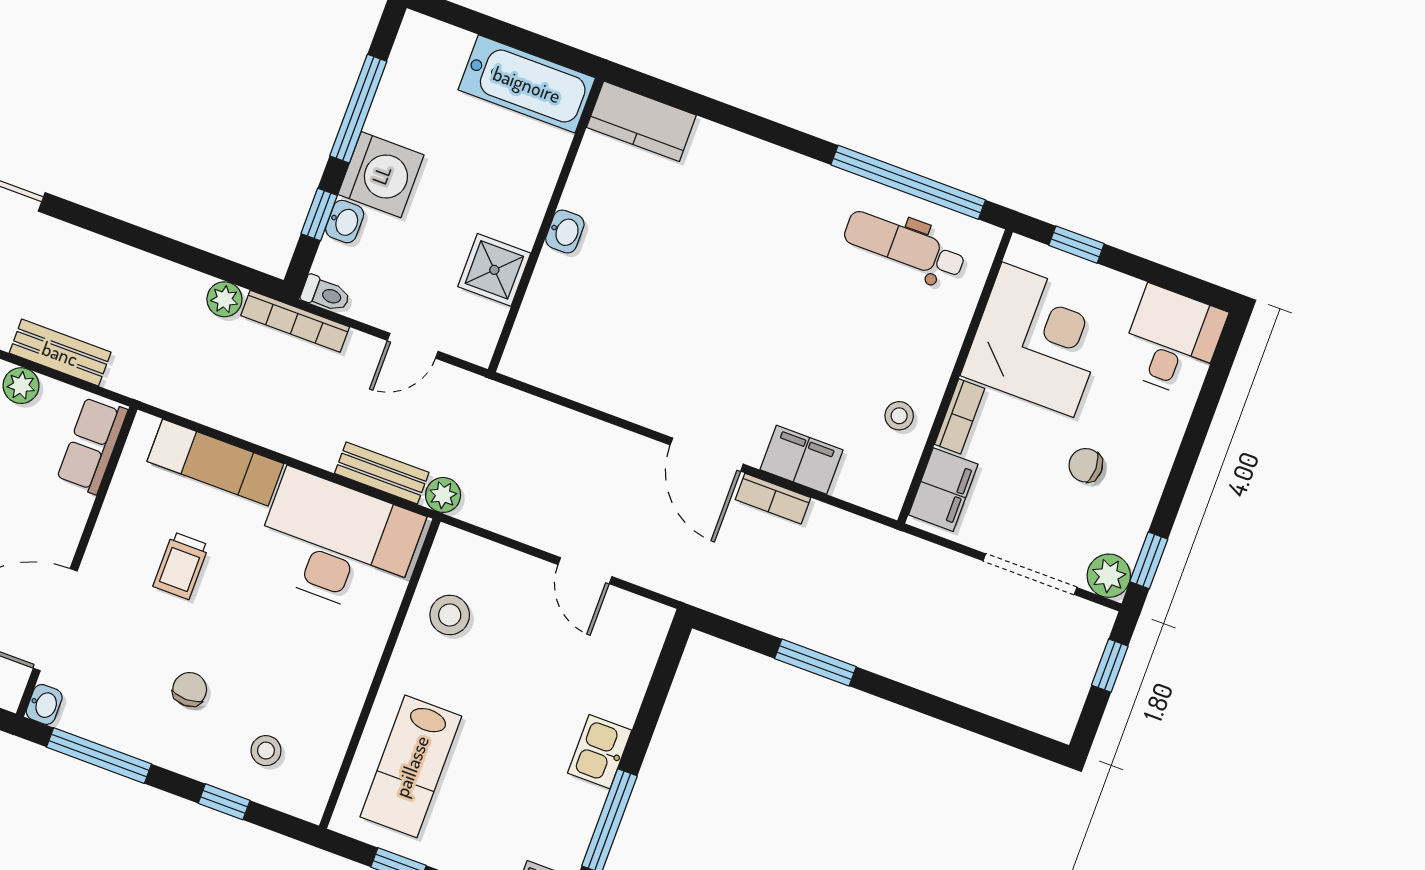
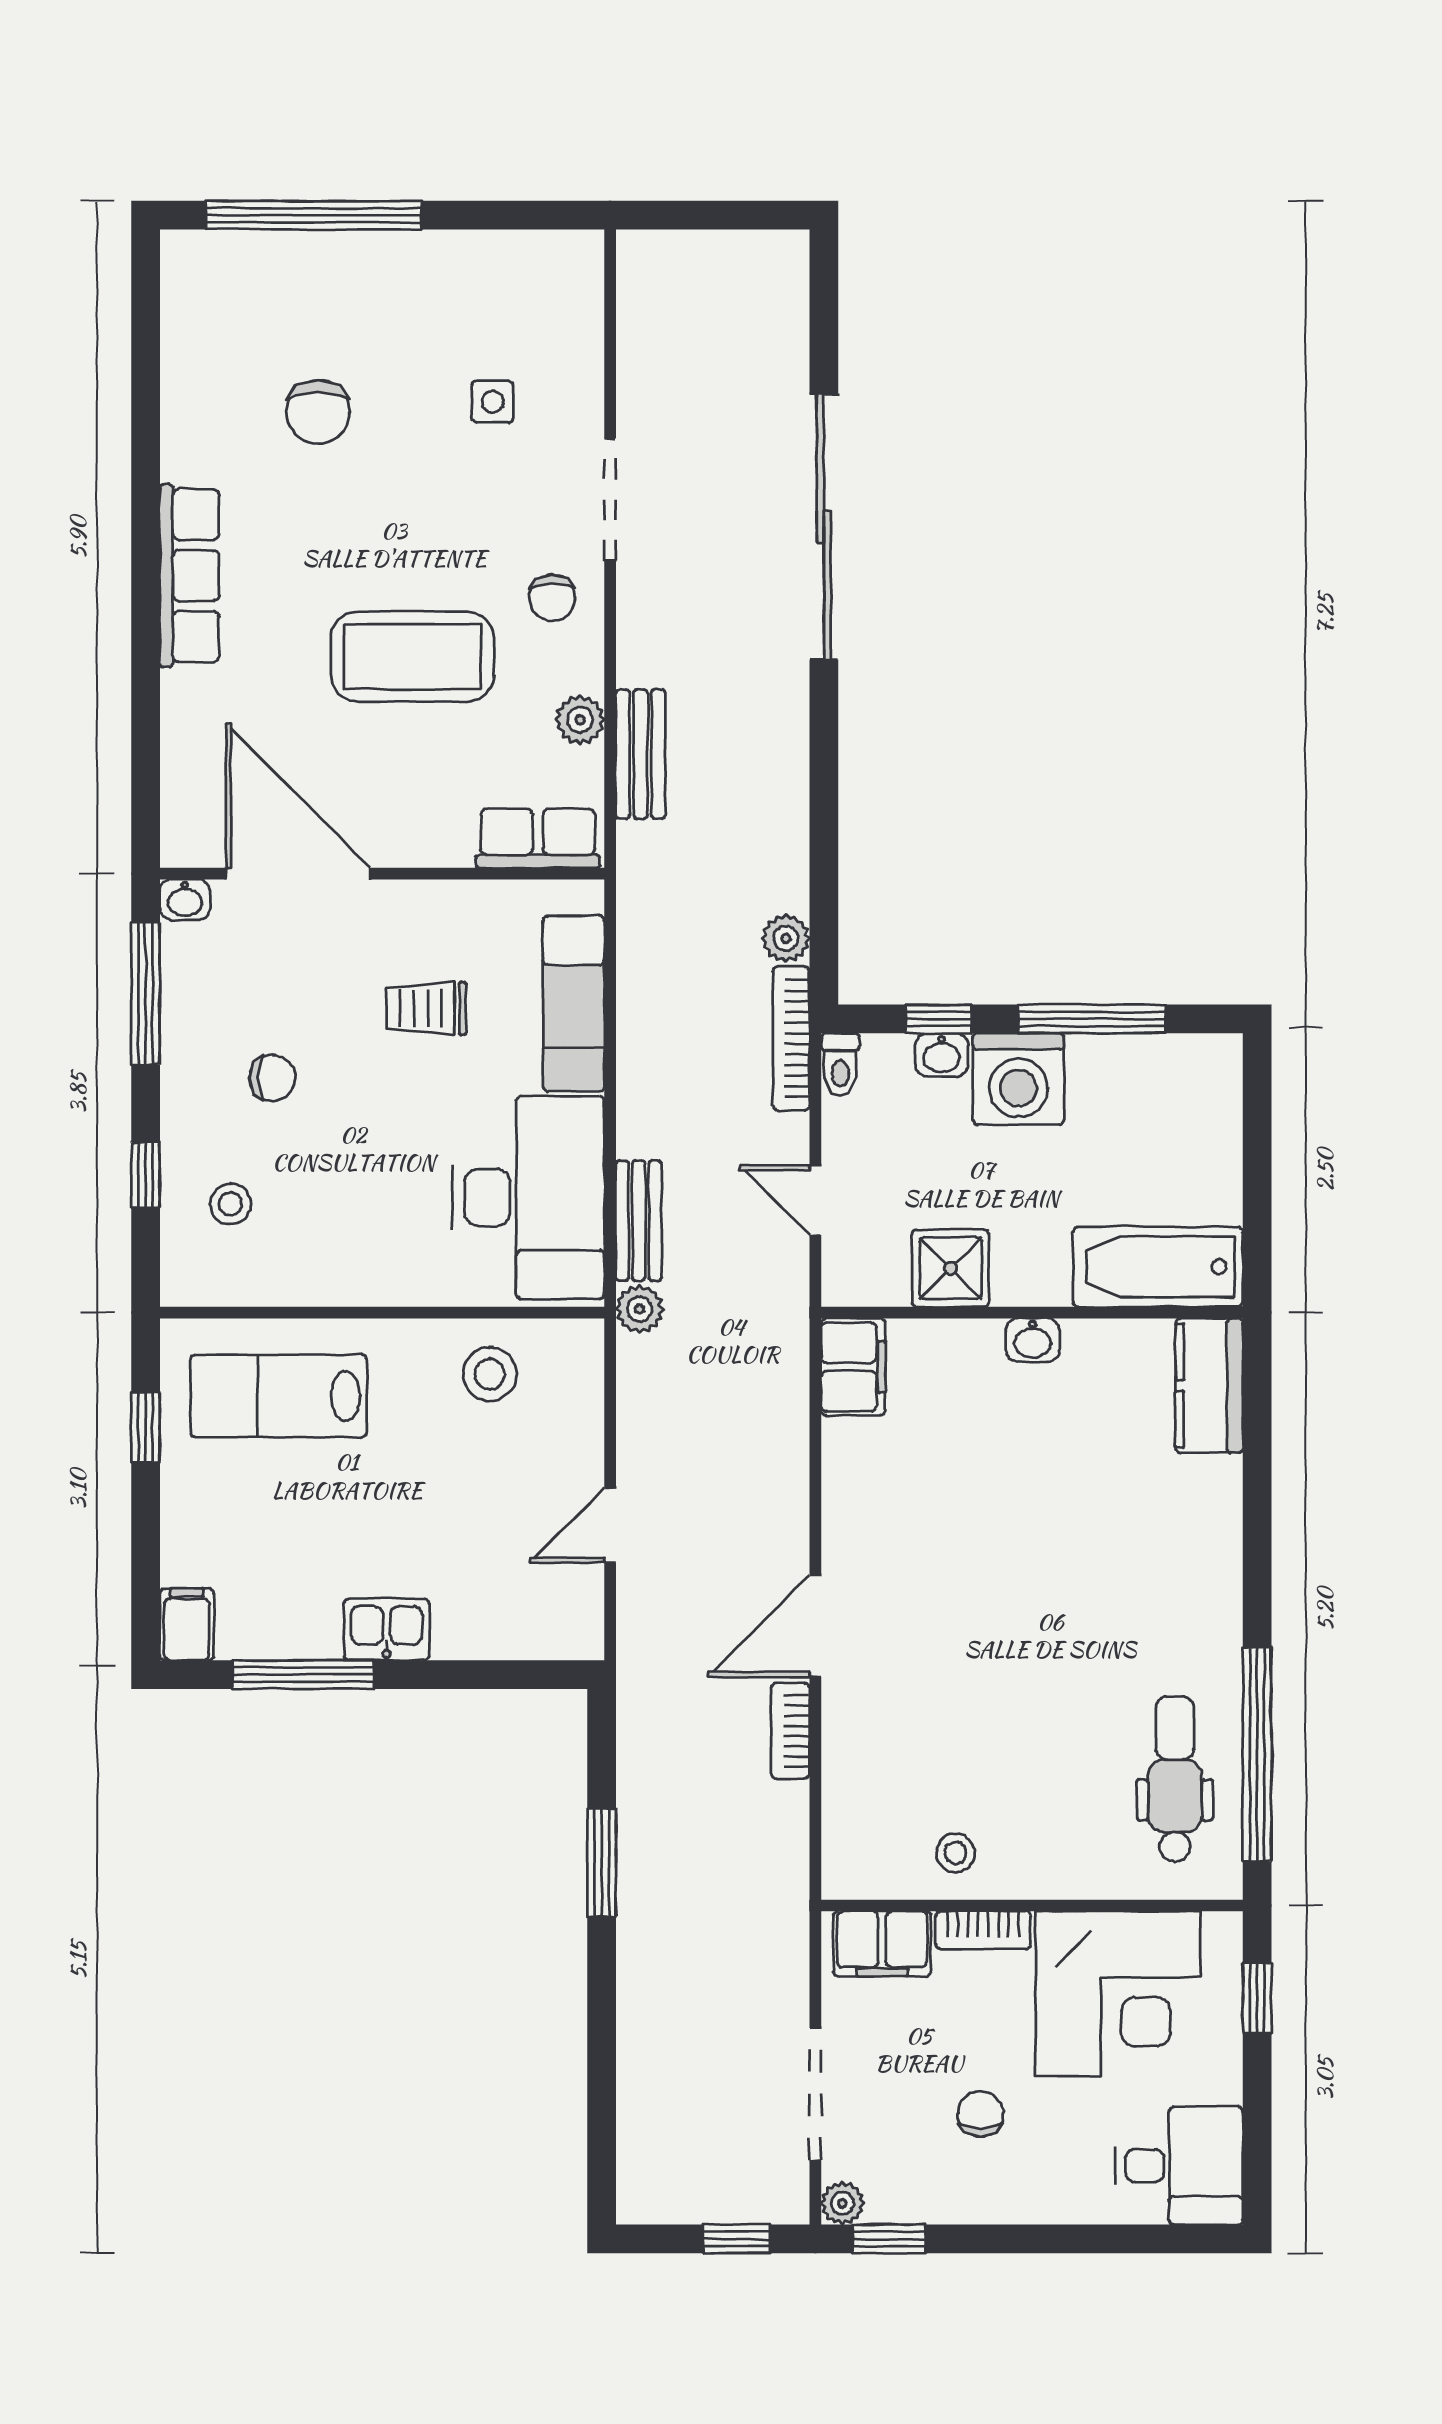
bathtub: (527, 84) -> (1158, 1267), moved, turned 90
filing cabinet: (801, 460) -> (853, 1367), moved
plant: (1109, 576) -> (842, 2203), width x0.73, depth x0.73

